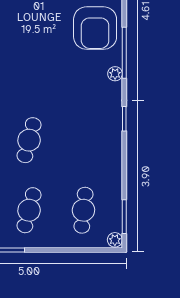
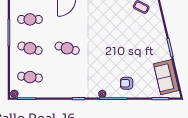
armchair: (95, 28) -> (127, 83), width x0.53, depth x0.53

